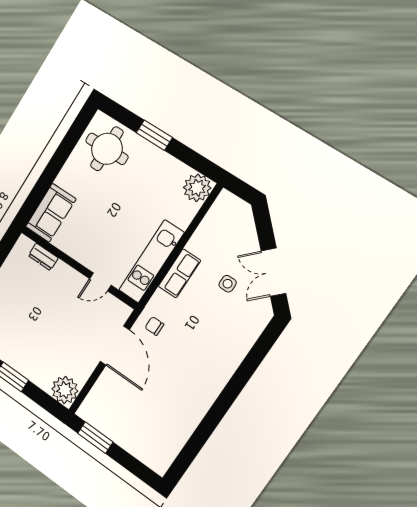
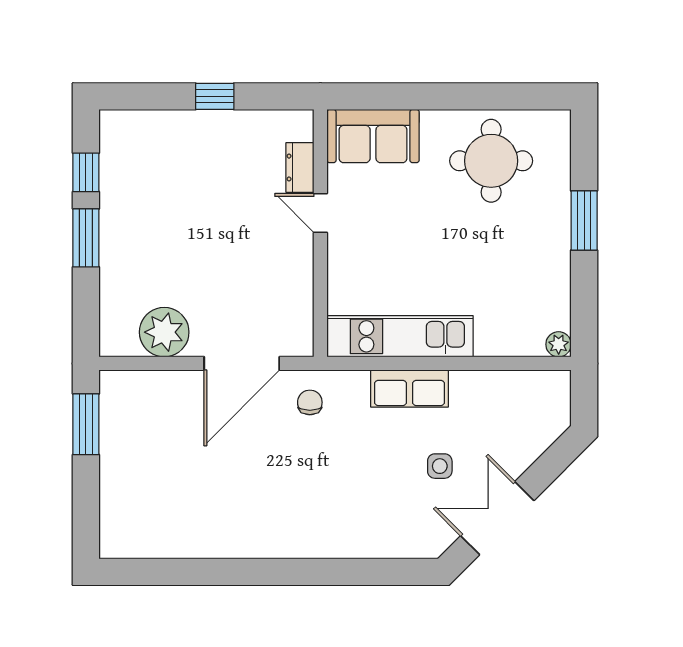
round table: (107, 149) -> (491, 161), moved
plant: (197, 188) -> (559, 344), width x0.53, depth x0.53
door: (100, 282) -> (320, 213), moved
plant: (65, 390) -> (164, 332), moved

